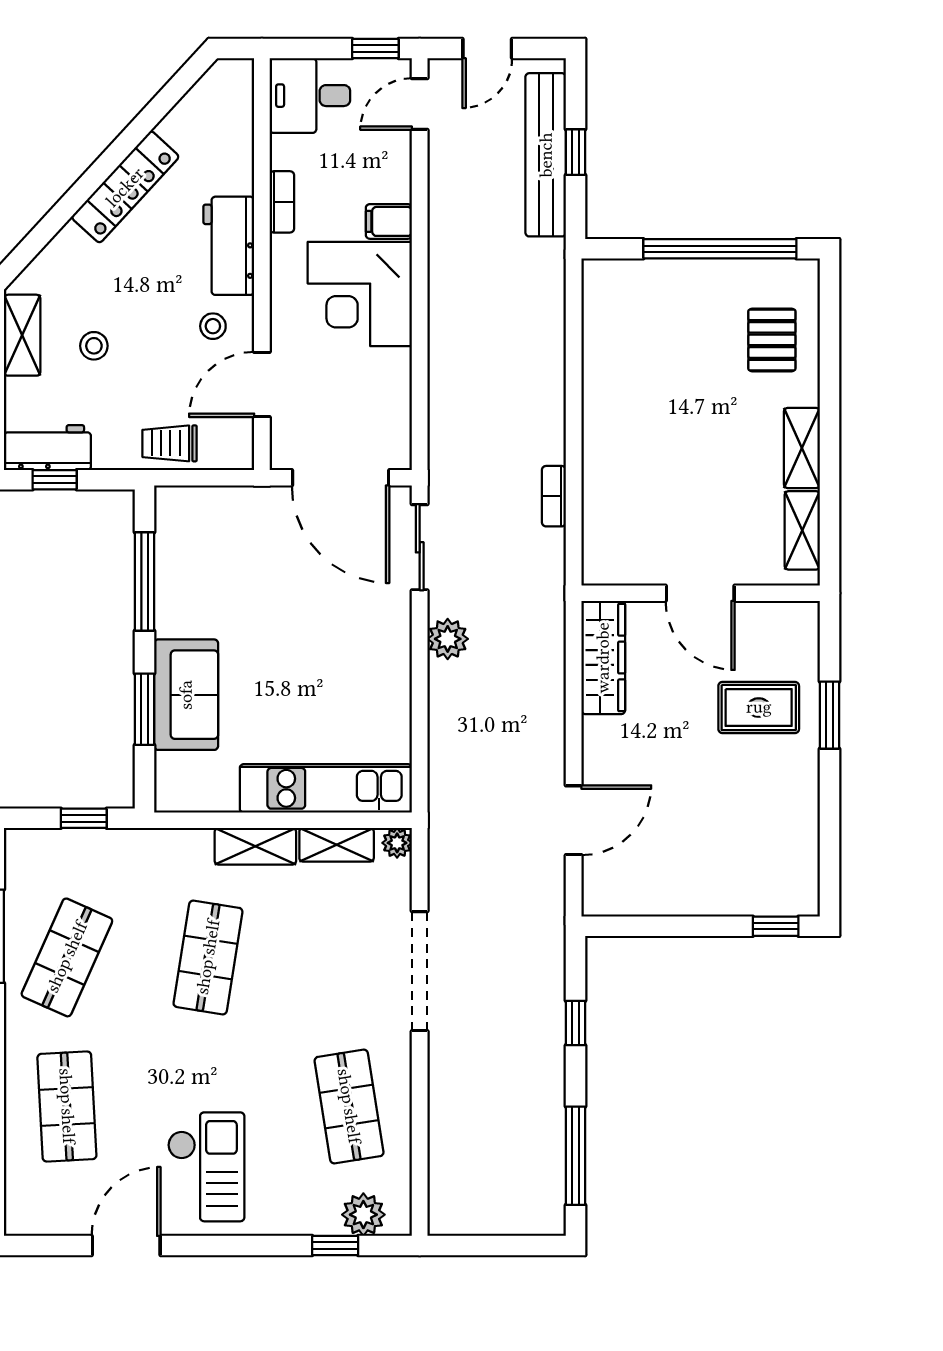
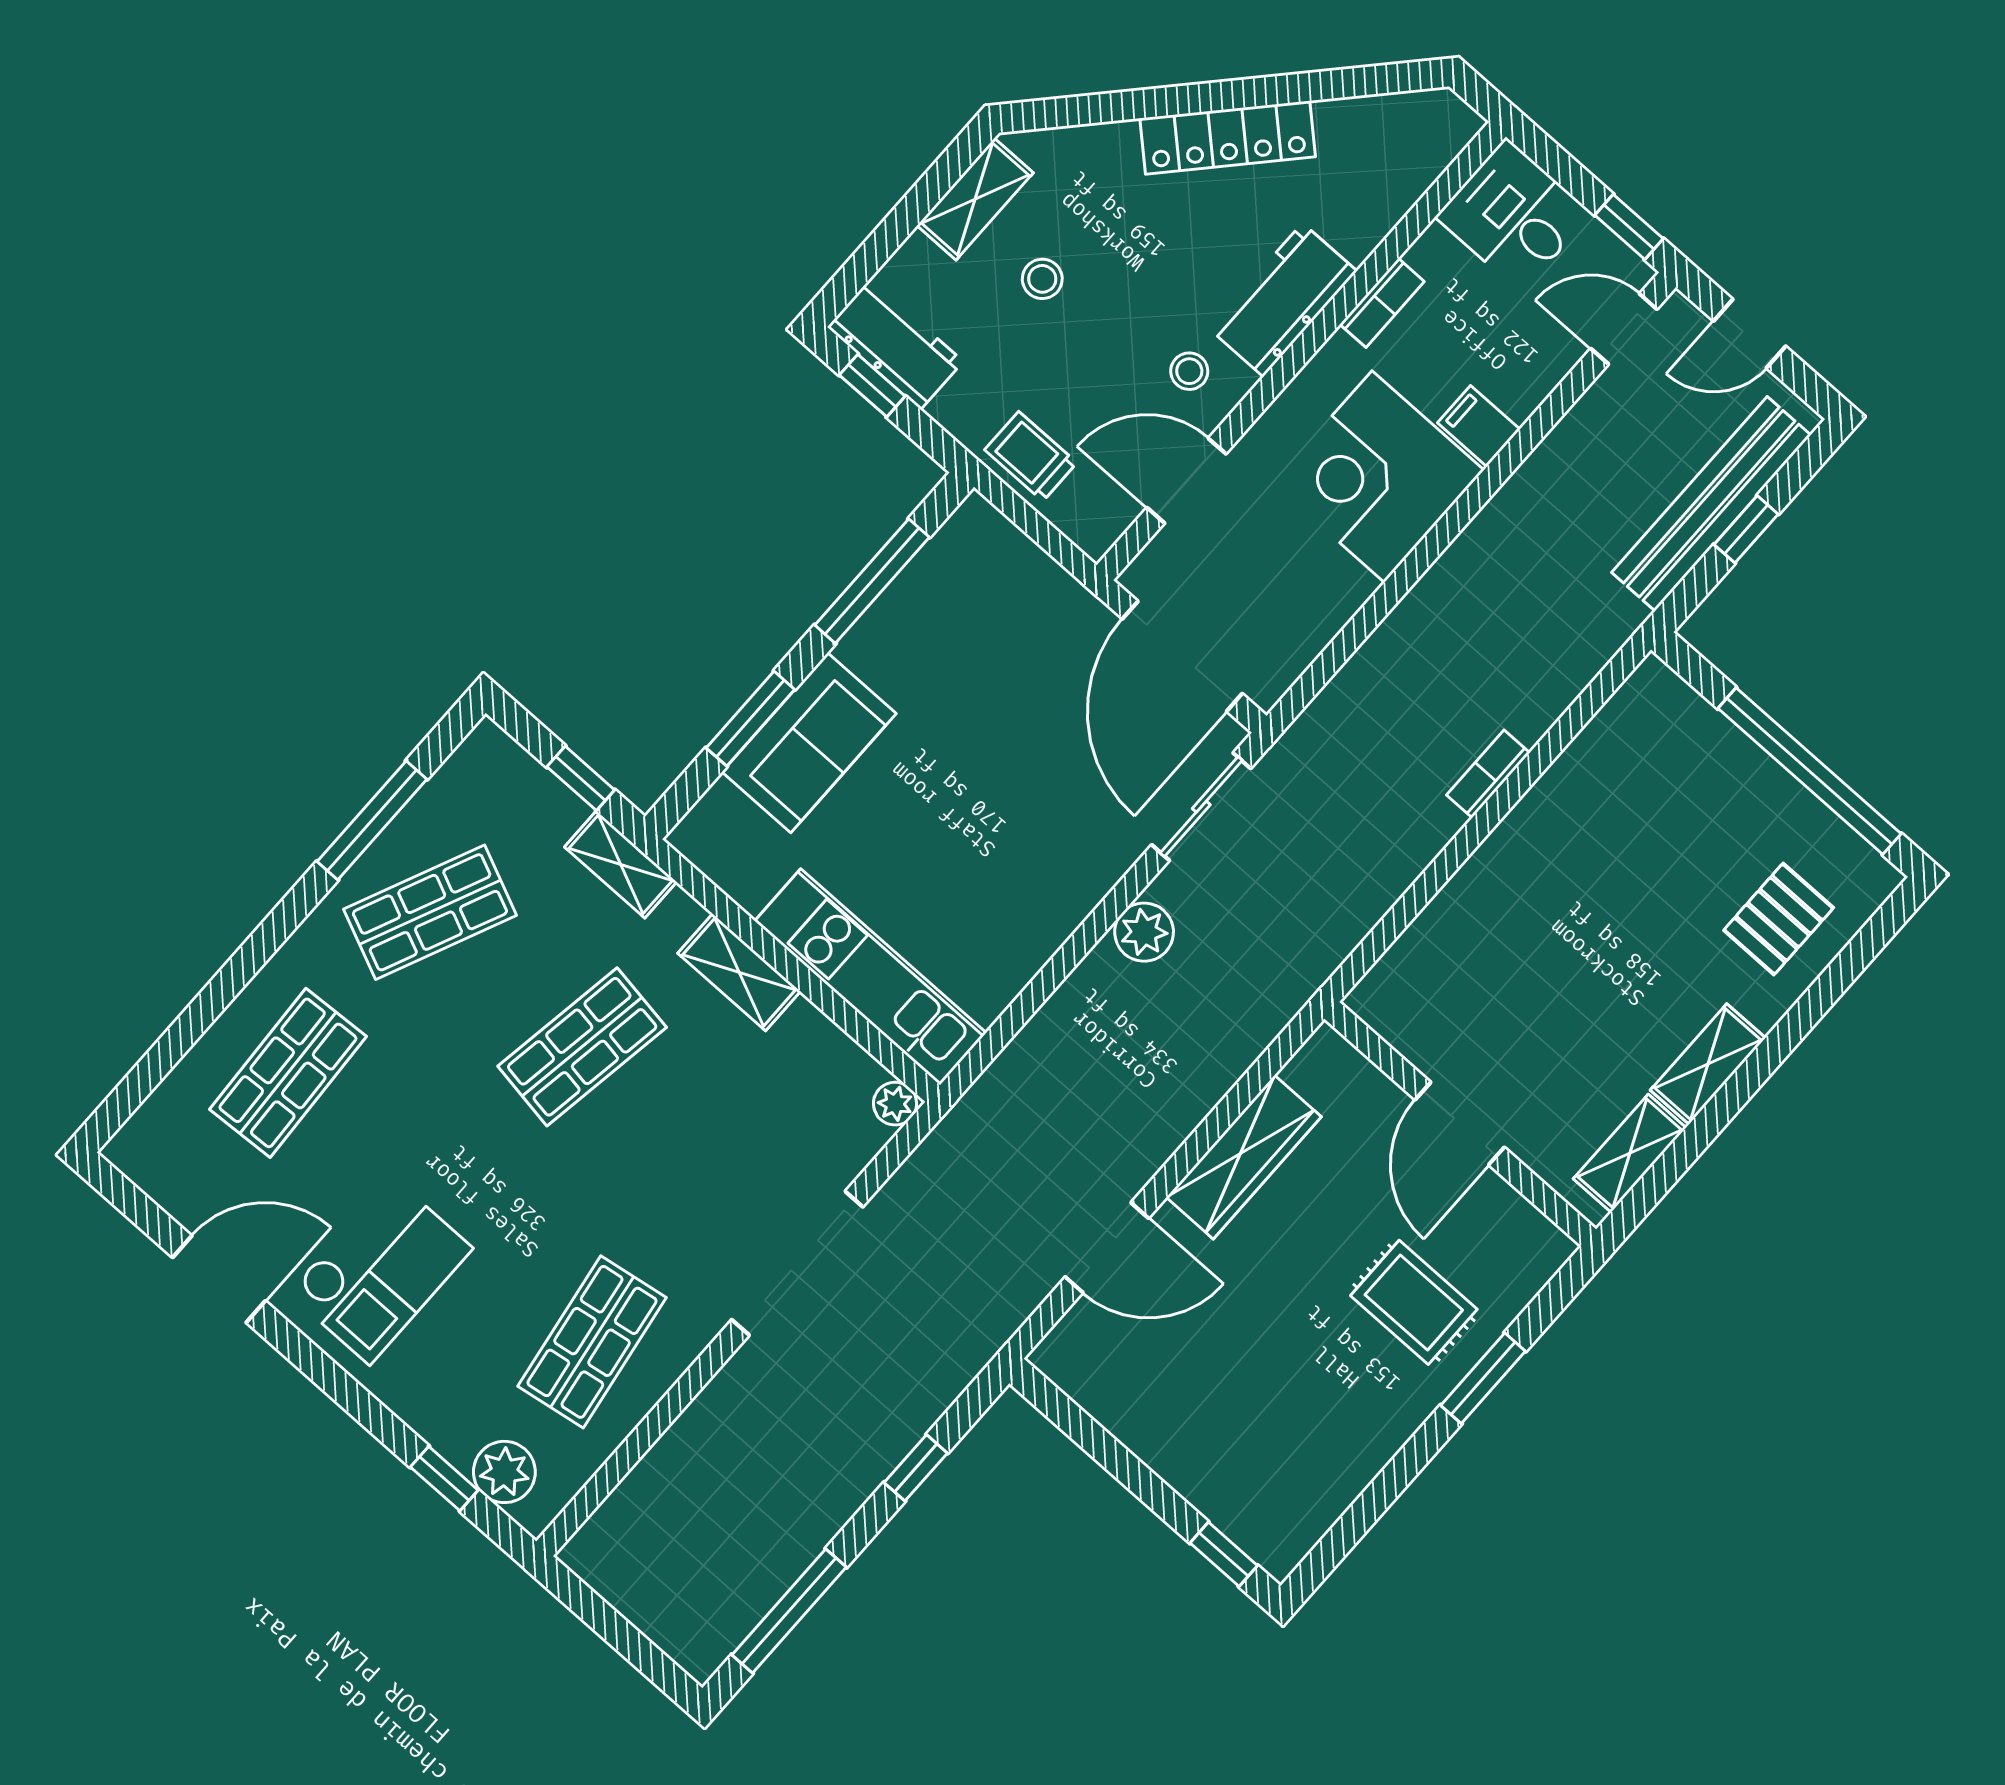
bookcase: (554, 496) -> (1488, 774), moved
wardrobe: (603, 658) -> (1244, 1157), moved
shelving: (337, 845) -> (621, 864), moved

